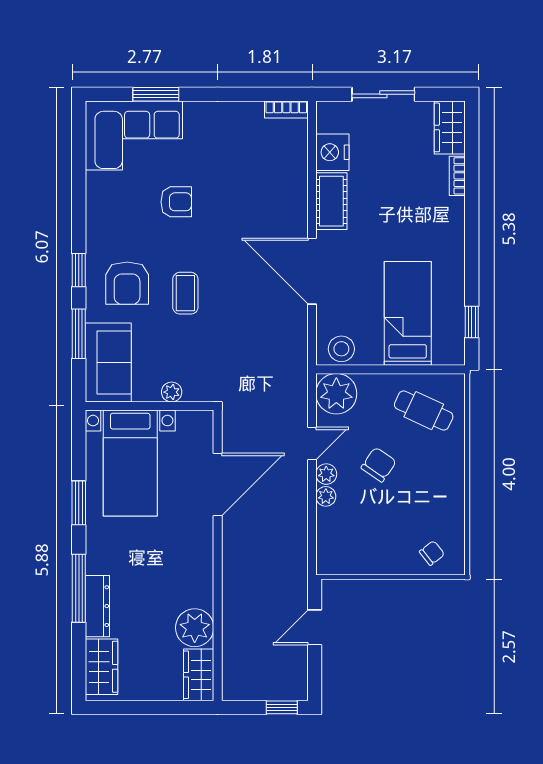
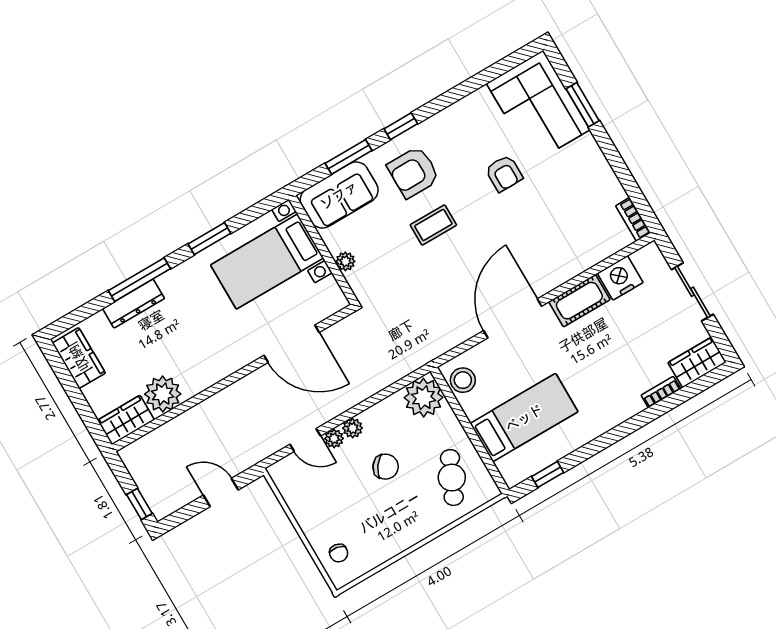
door: (312, 444) -> (305, 440), moved
chair: (432, 553) -> (339, 553), turned 49
wardrobe: (102, 667) -> (79, 358), moved, turned -90

